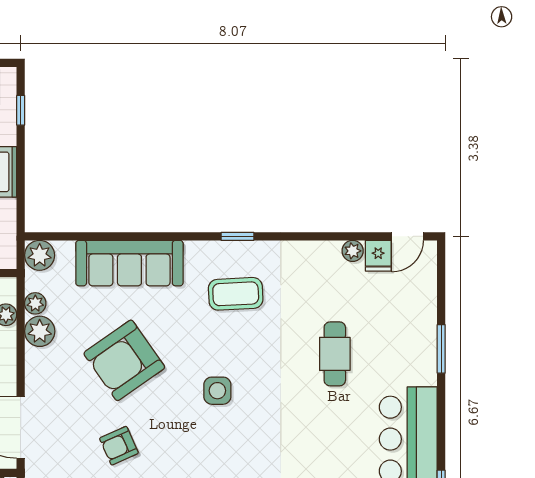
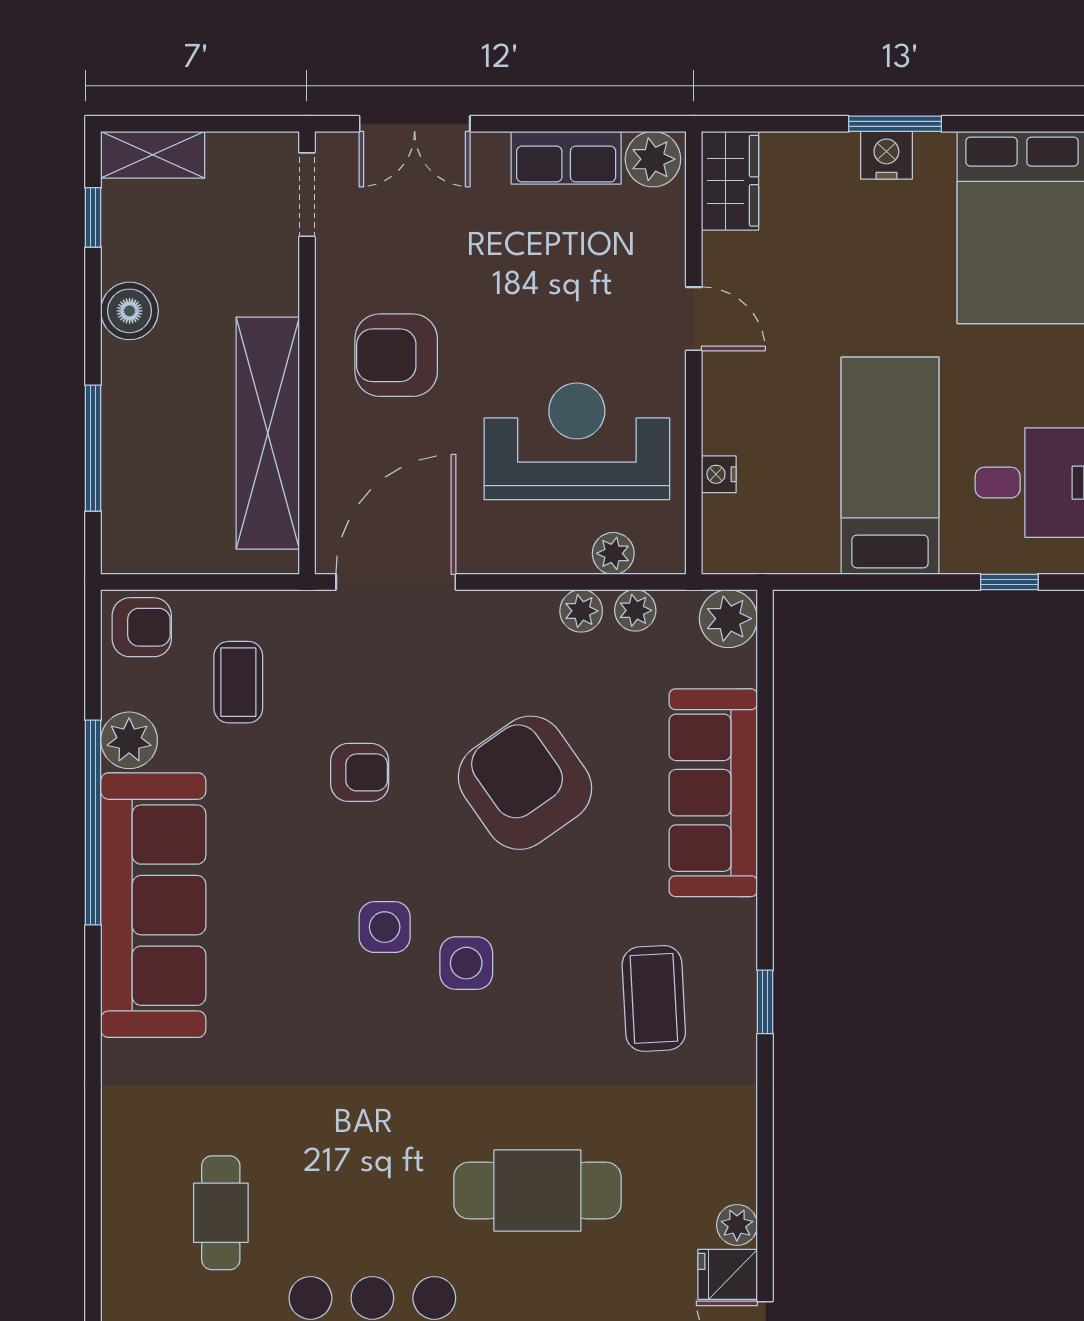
plant: (40, 331) -> (581, 611), width x0.73, depth x0.73
cafe table: (335, 354) -> (537, 1191), width x1.37, depth x1.35
side table: (199, 433) -> (385, 927), added
armchair: (119, 446) -> (360, 772), turned 114

